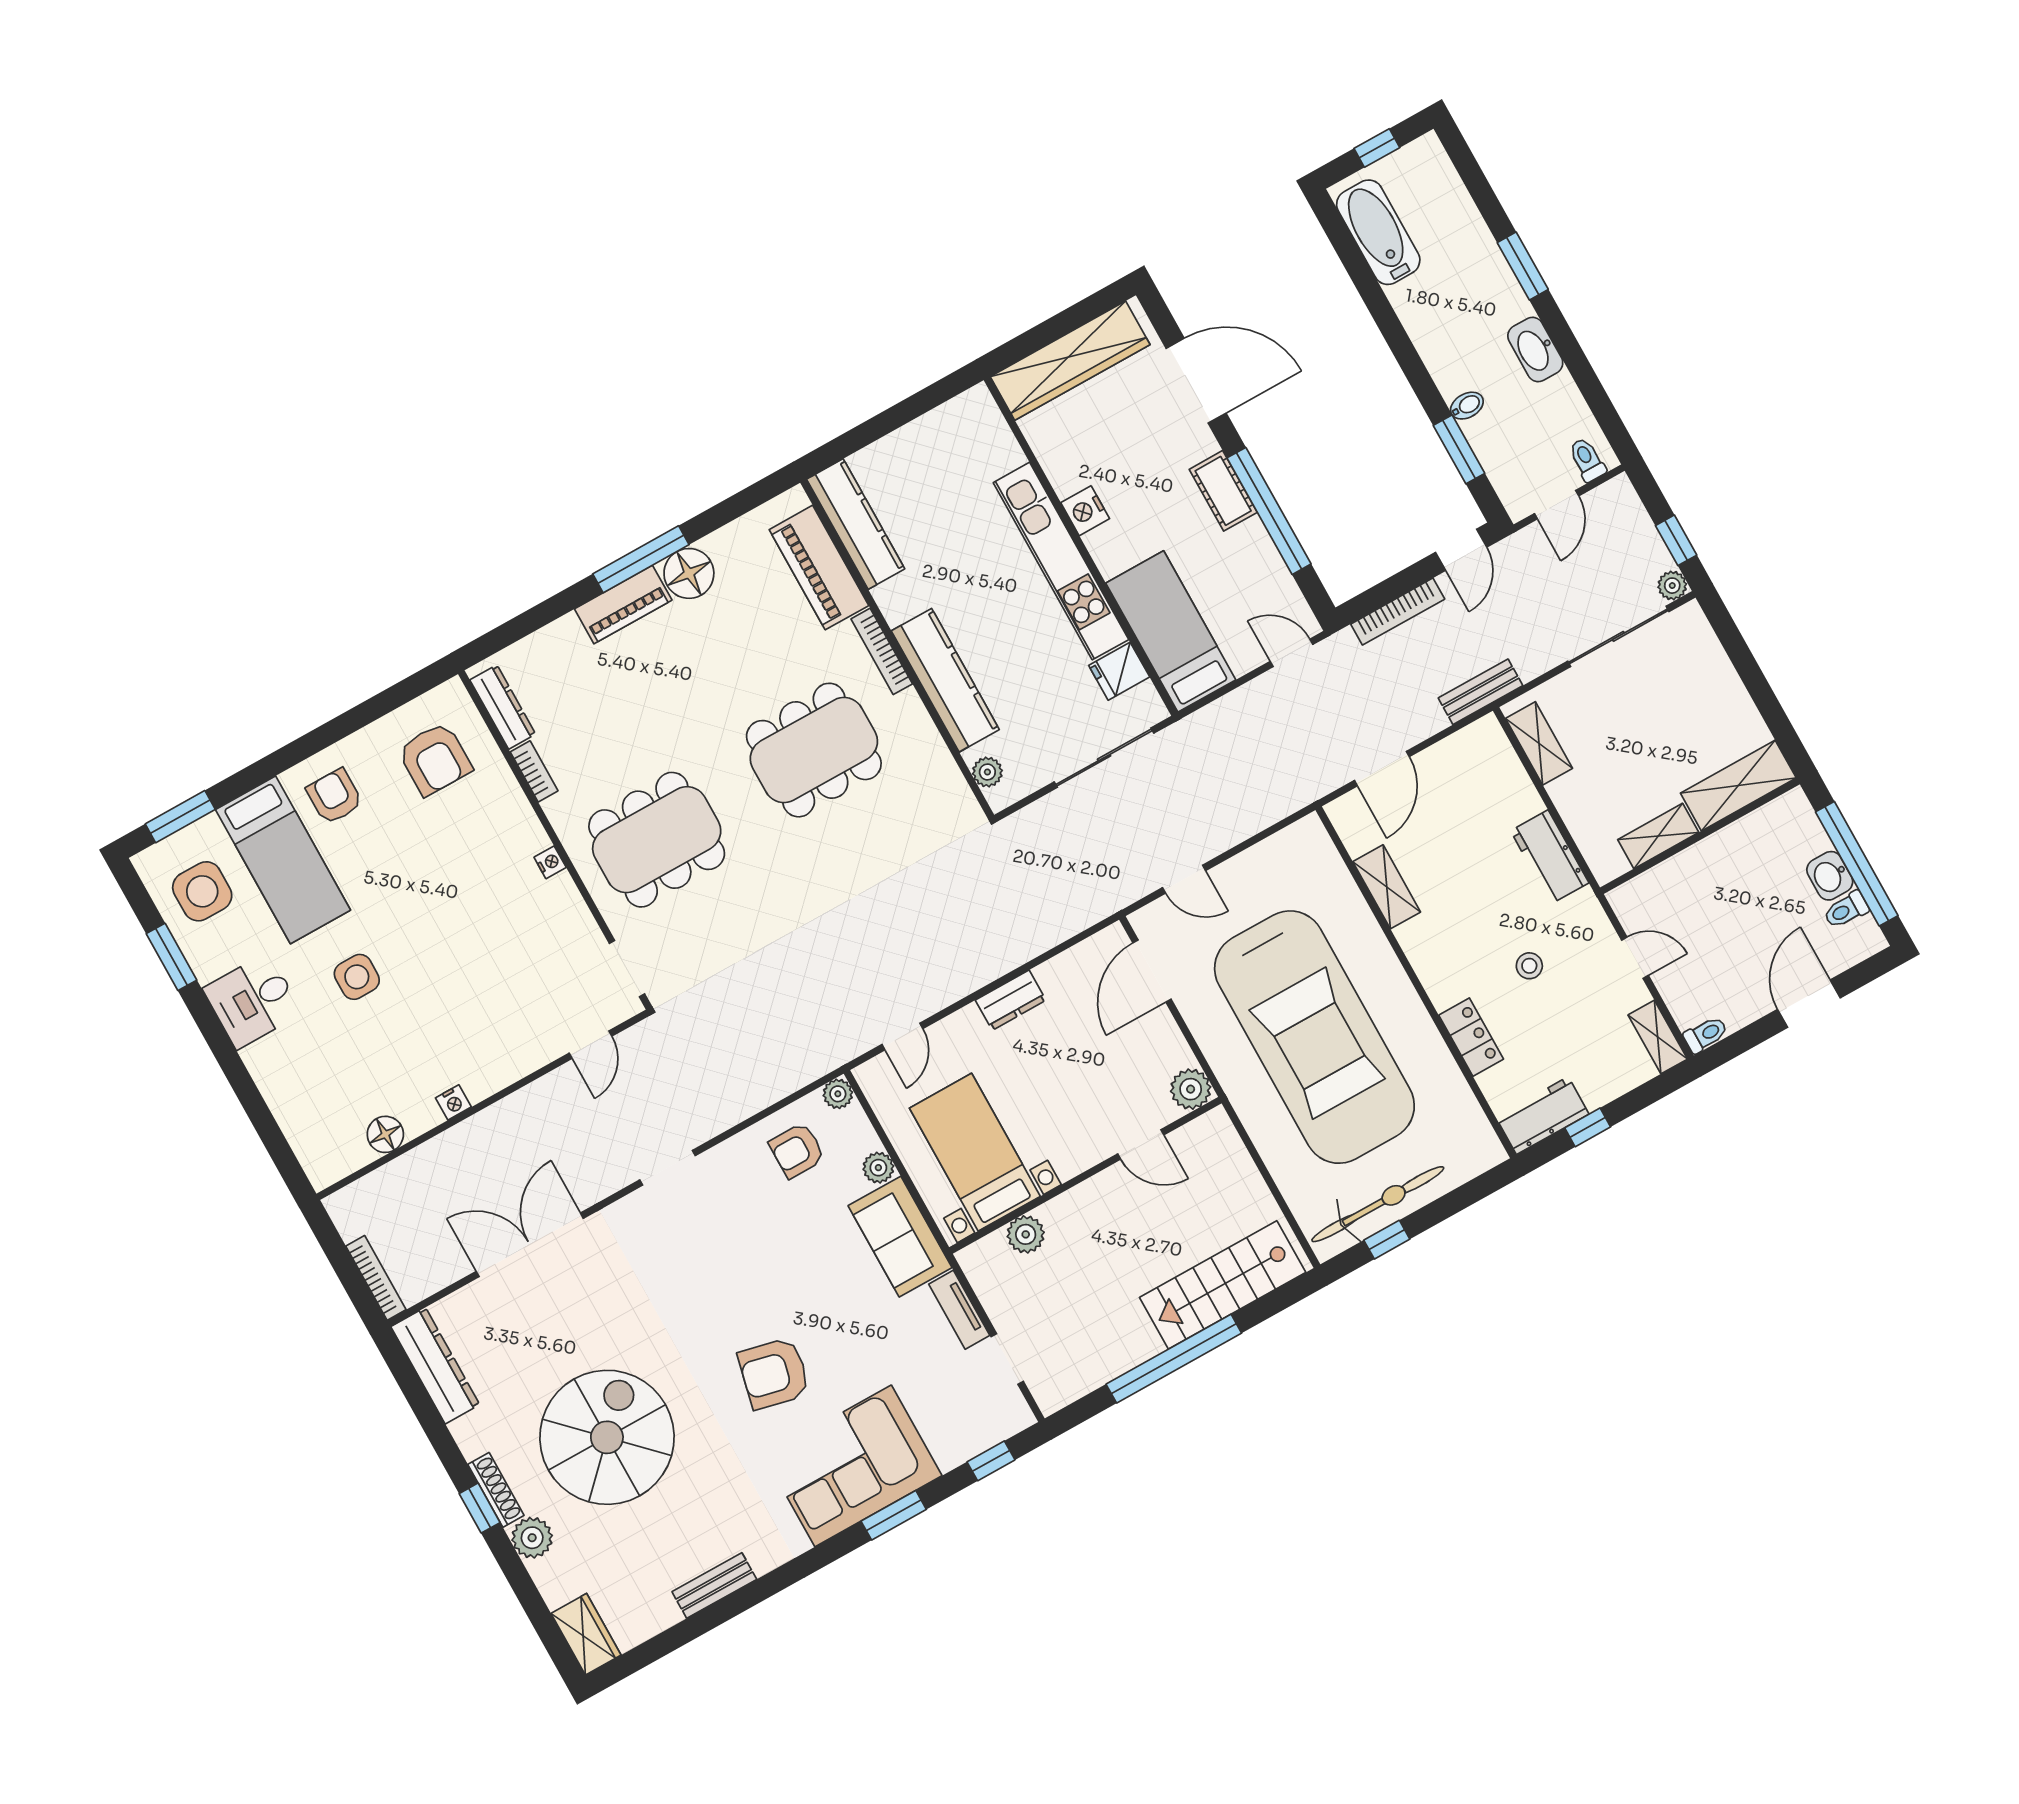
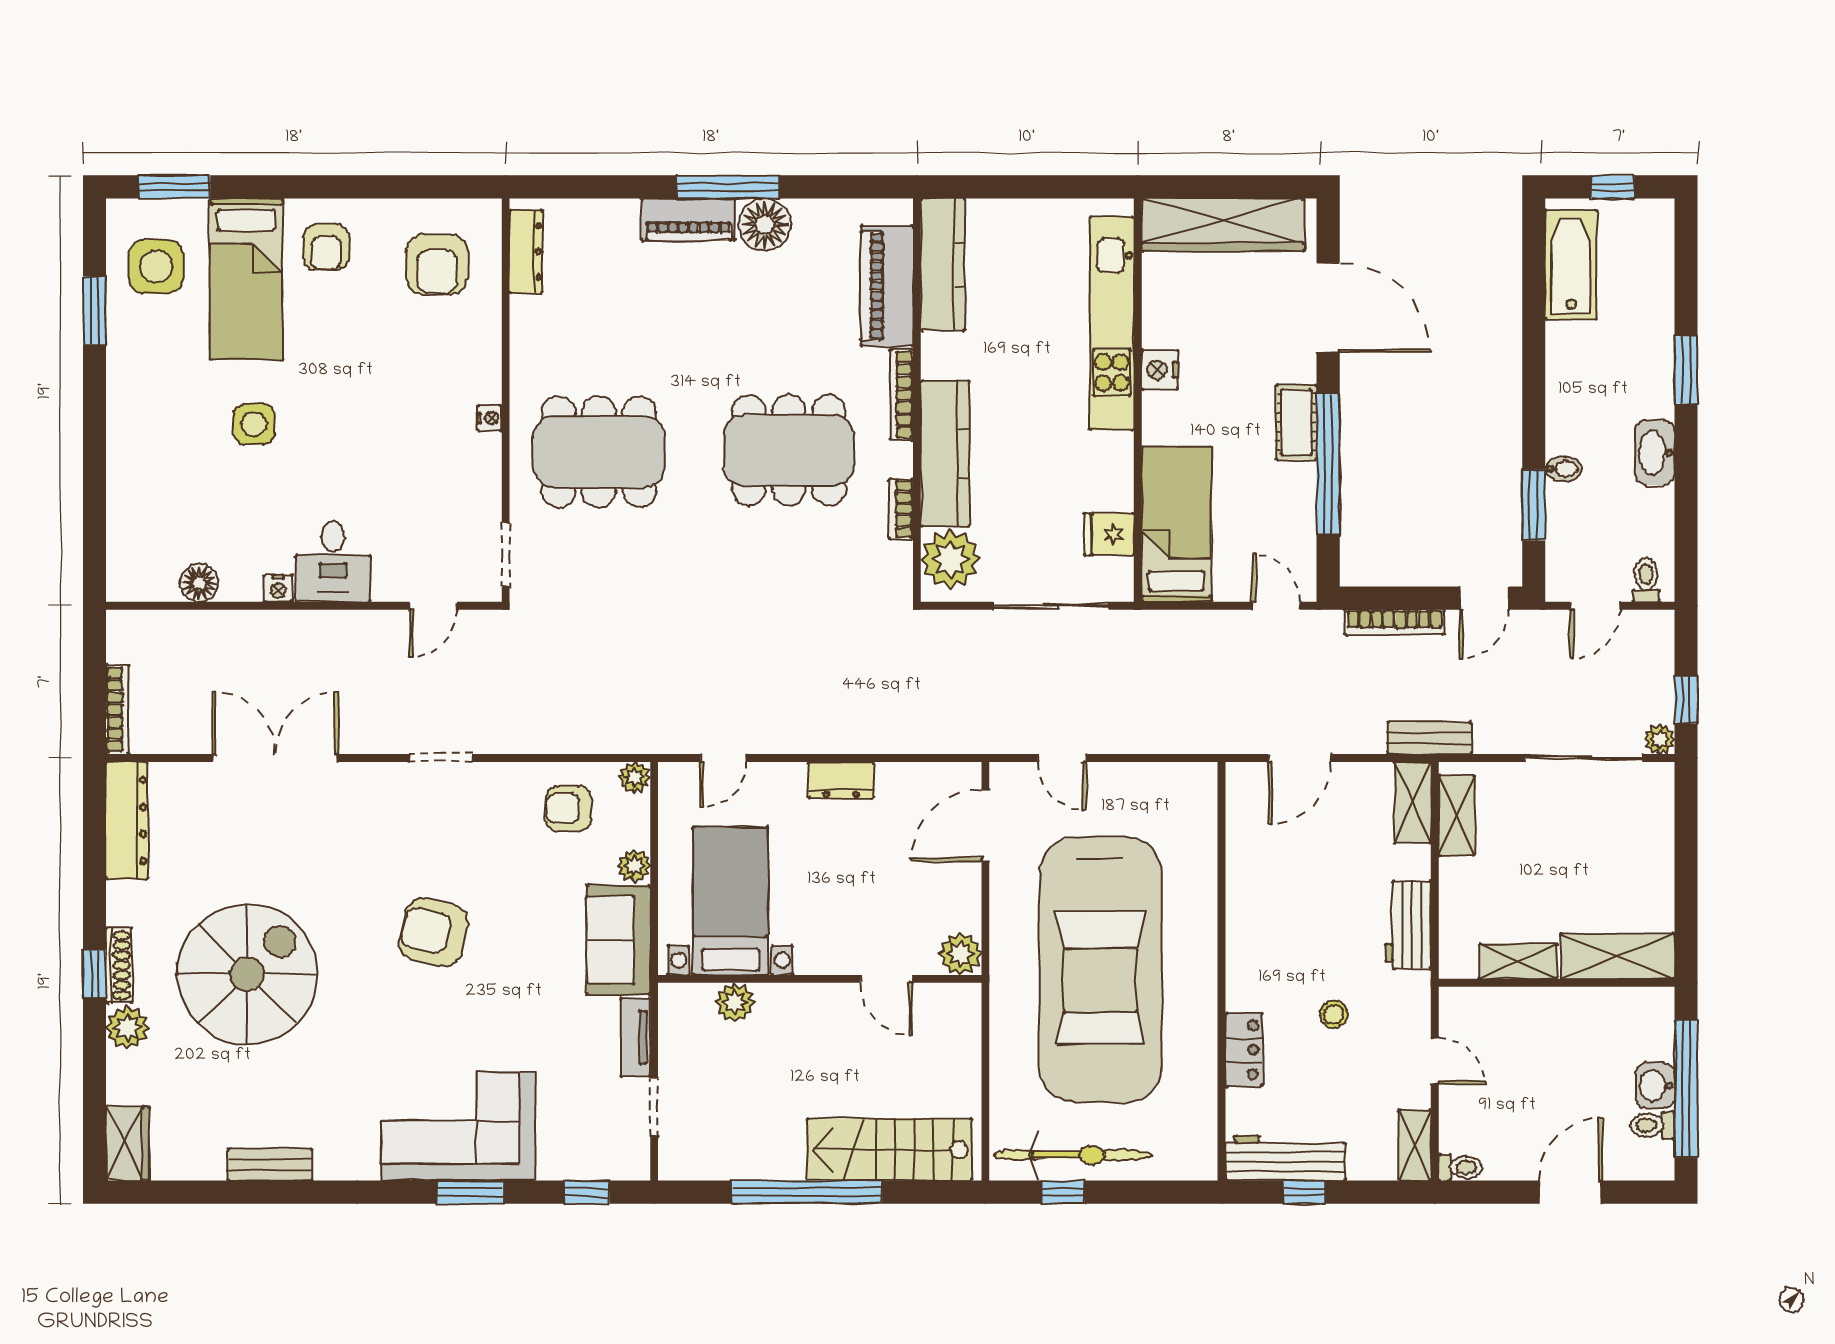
kitchen unit: (1061, 561) -> (1112, 324), moved
bookcase: (534, 771) -> (901, 509), moved, turned 180
plant: (987, 772) -> (950, 559), width x1.87, depth x1.87
armchair: (335, 796) -> (326, 247), turned 180
shelving: (1387, 887) -> (1413, 802), moved
desk: (253, 1001) -> (333, 562), moved, turned -90
workbench: (1542, 1116) -> (1285, 1158), width x1.38
armchair: (774, 1373) -> (433, 932), moved

